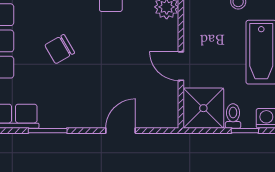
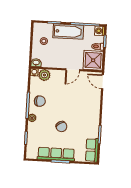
door: (121, 131) -> (103, 82), moved

